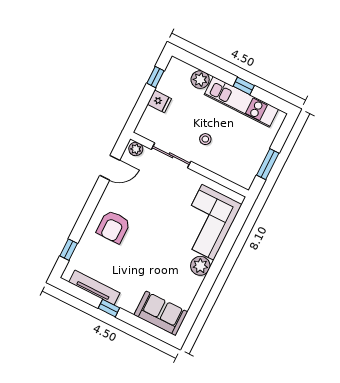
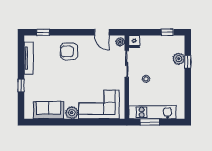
window: (244, 86) -> (188, 62), moved
fridge: (159, 101) -> (134, 42), moved
kitchen unit: (241, 102) -> (152, 112), moved, turned 90
window: (109, 308) -> (21, 85), moved
sofa: (161, 313) -> (49, 110), moved, turned -90

